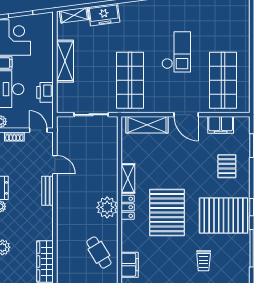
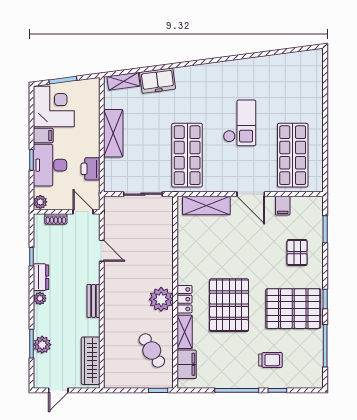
filing cabinet: (221, 125) -> (283, 206), width x0.50
shelving: (128, 178) -> (185, 332), moved
bench: (48, 191) -> (93, 301), moved
trolley: (204, 261) -> (271, 360), turned -90

